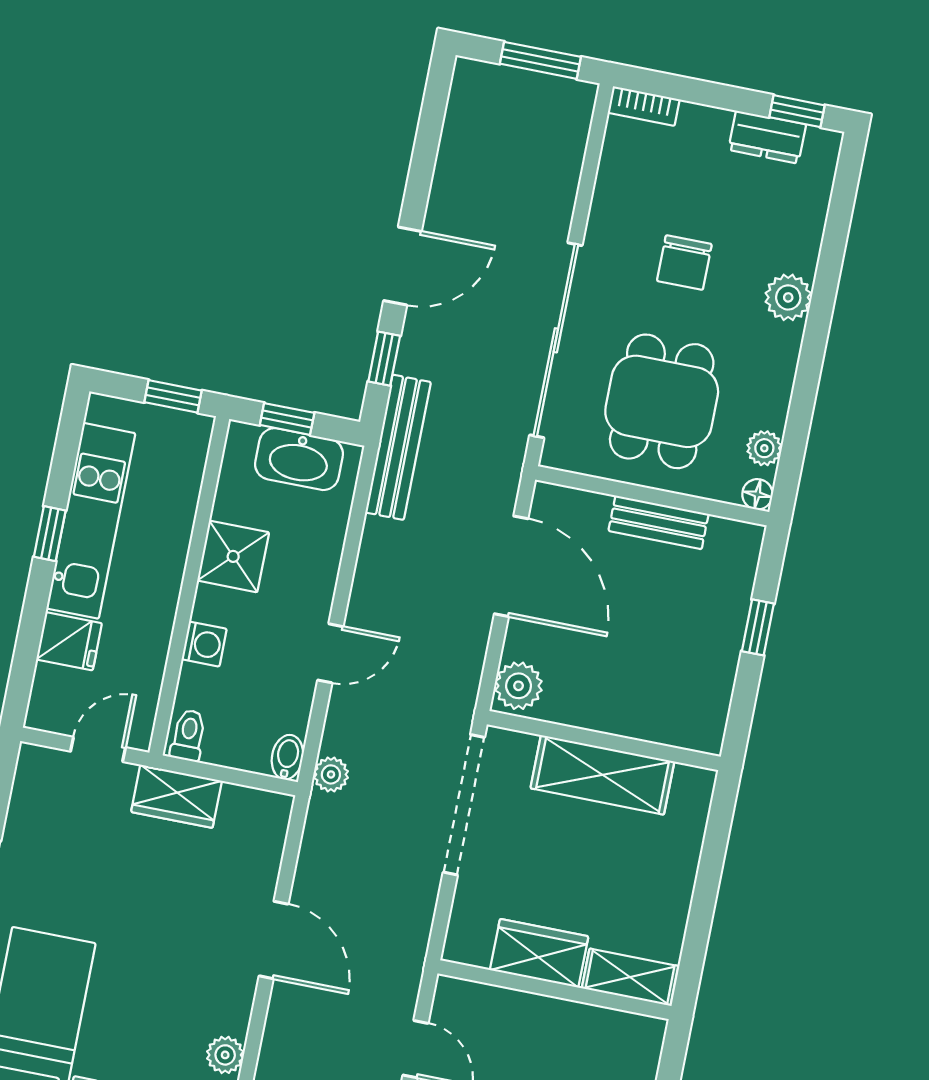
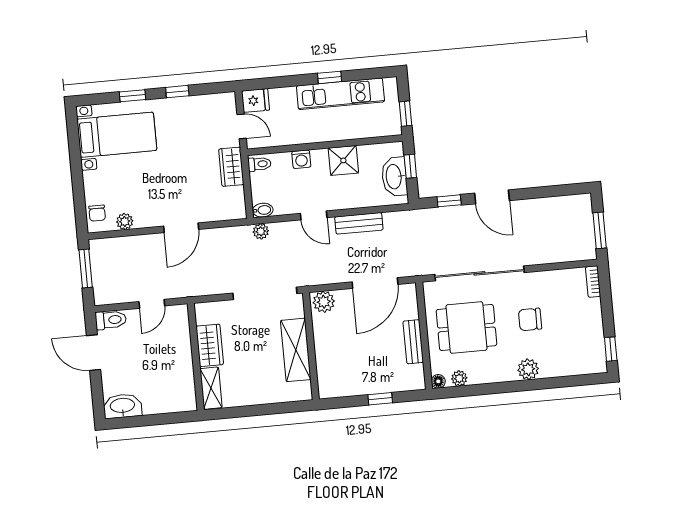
dresser: (767, 137) -> (595, 339), removed
bench: (398, 447) -> (359, 223), moved, width x0.73
fridge: (69, 641) -> (255, 100), moved, turned -90

